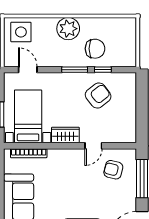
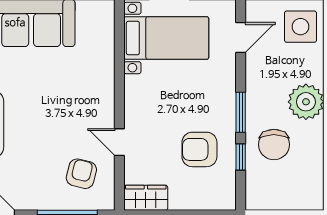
armchair: (98, 96) -> (199, 149), turned 128
wardrobe: (65, 135) -> (146, 198), moved, turned -90
bookcase: (29, 153) -> (108, 39), removed

